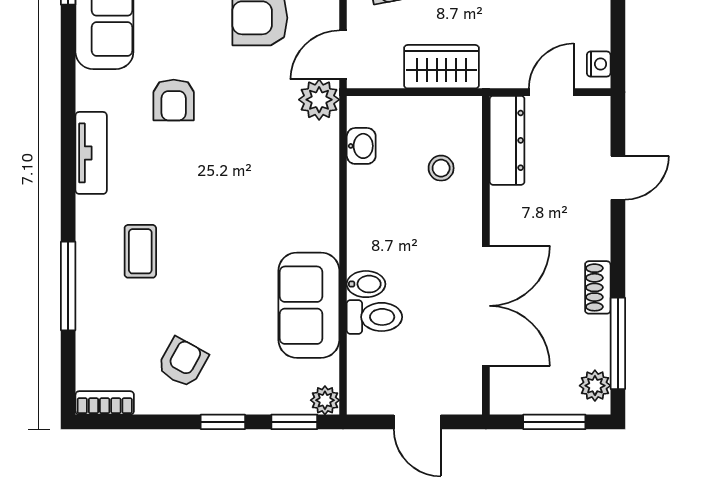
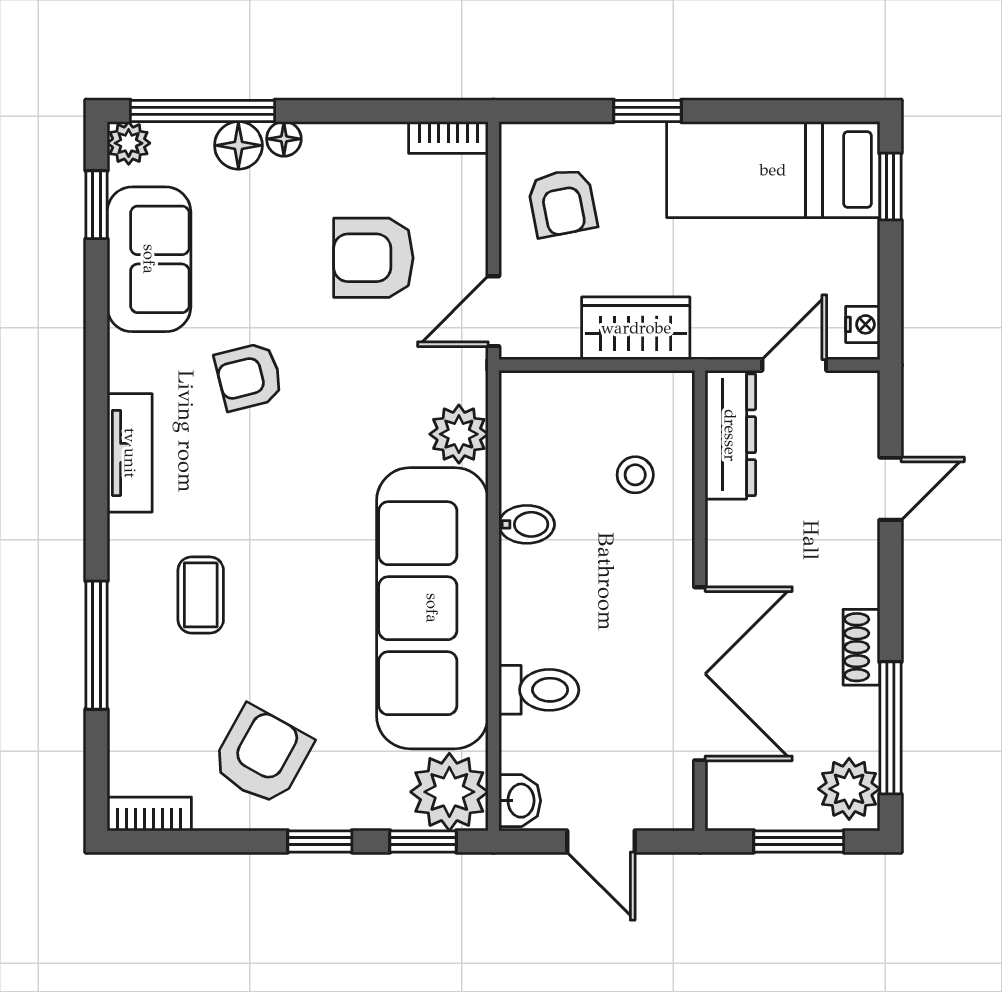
armchair: (174, 100) -> (249, 376), turned 76
plant: (319, 100) -> (459, 434), moved
washbasin: (361, 146) -> (520, 801), moved
bidet: (366, 284) -> (527, 524), moved
sofa: (309, 305) -> (432, 608), width x1.85, depth x1.27
armchair: (183, 362) -> (262, 755), width x1.38, depth x1.38
plant: (595, 386) -> (849, 789), width x1.38, depth x1.38
plant: (325, 400) -> (449, 792), width x1.88, depth x1.88

